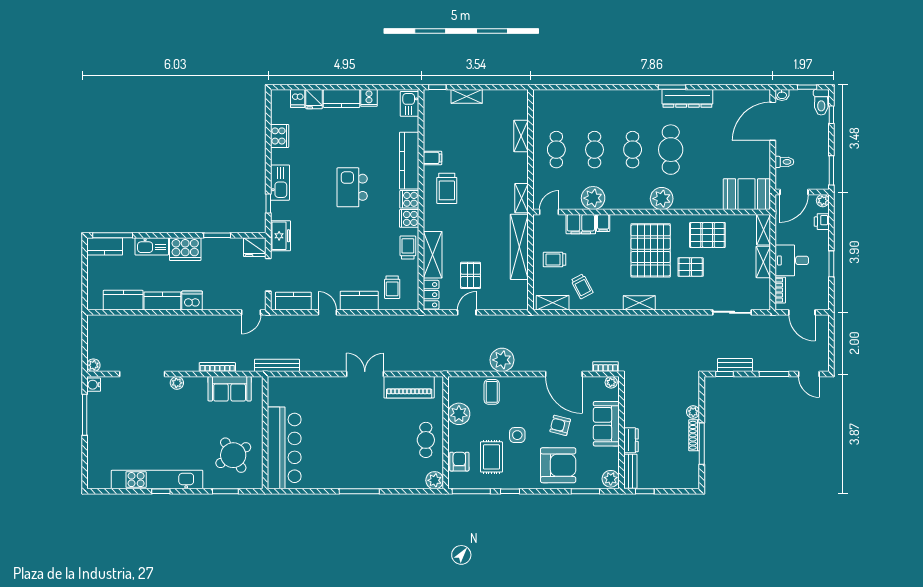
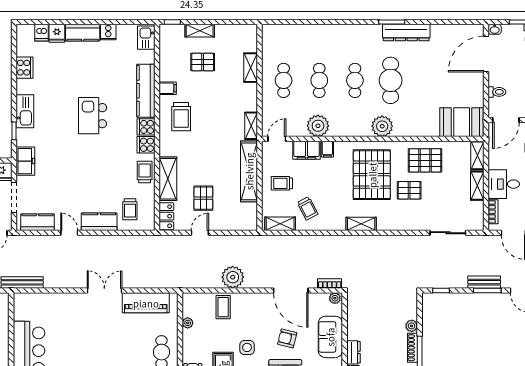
pallet: (470, 130) -> (203, 62), added
bench: (735, 365) -> (484, 282), moved
plant: (459, 414) -> (188, 323), width x0.53, depth x0.53

